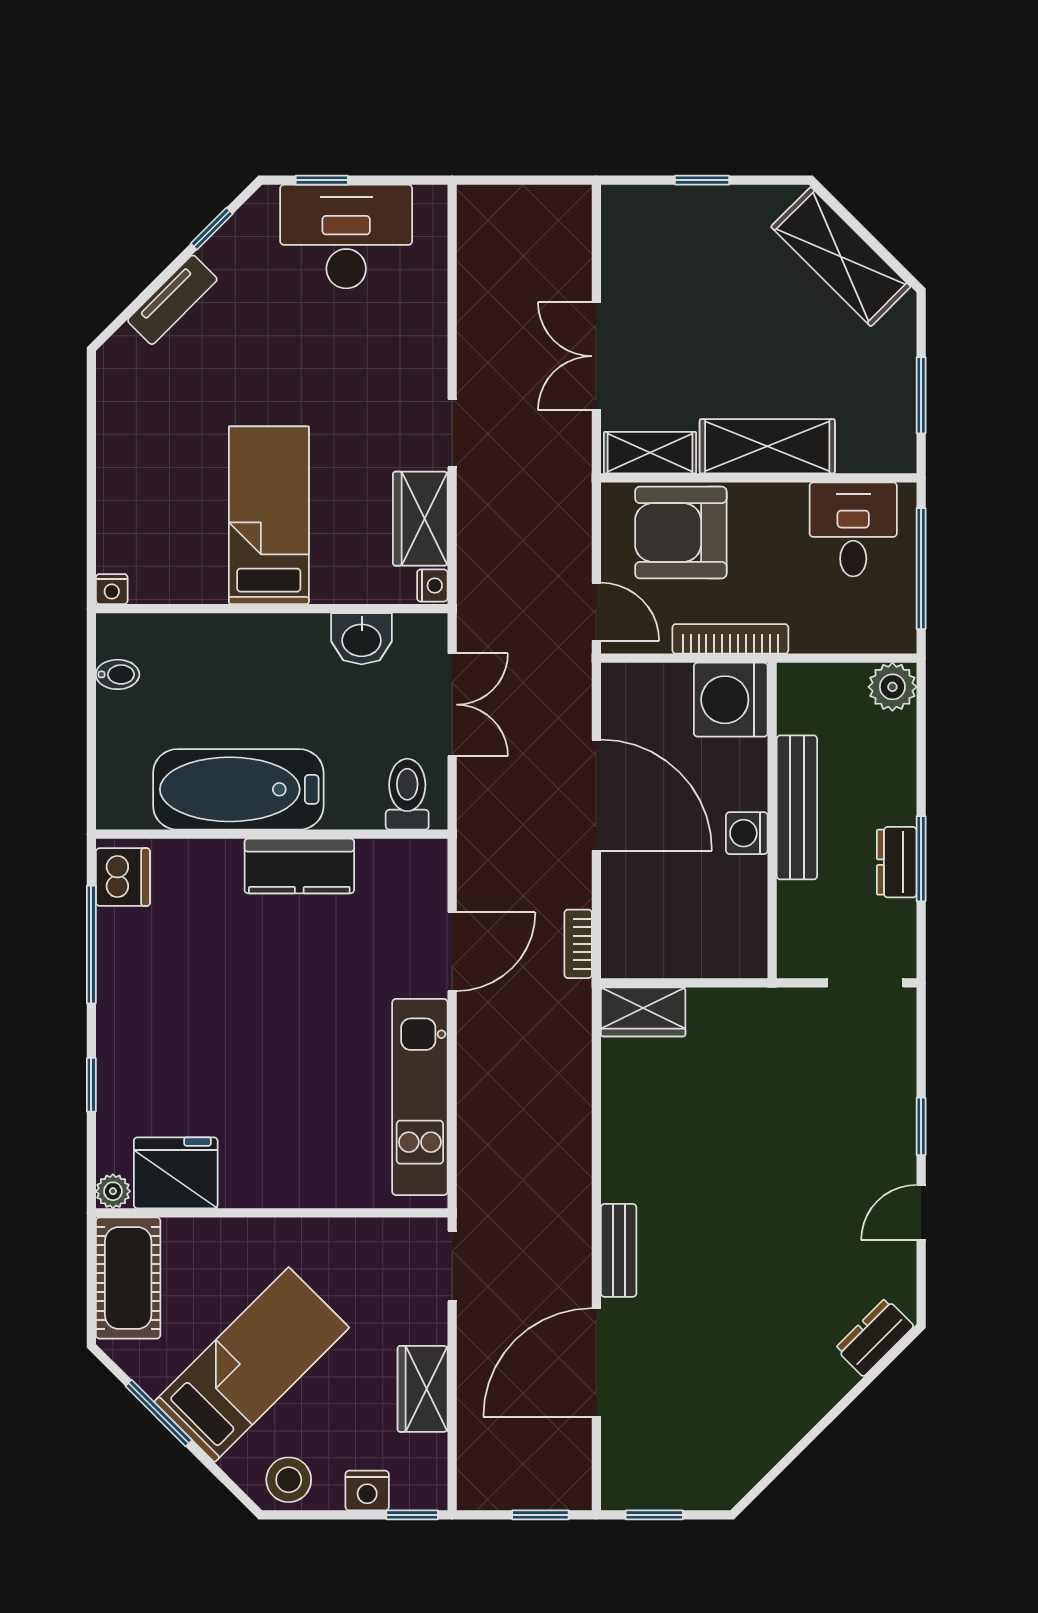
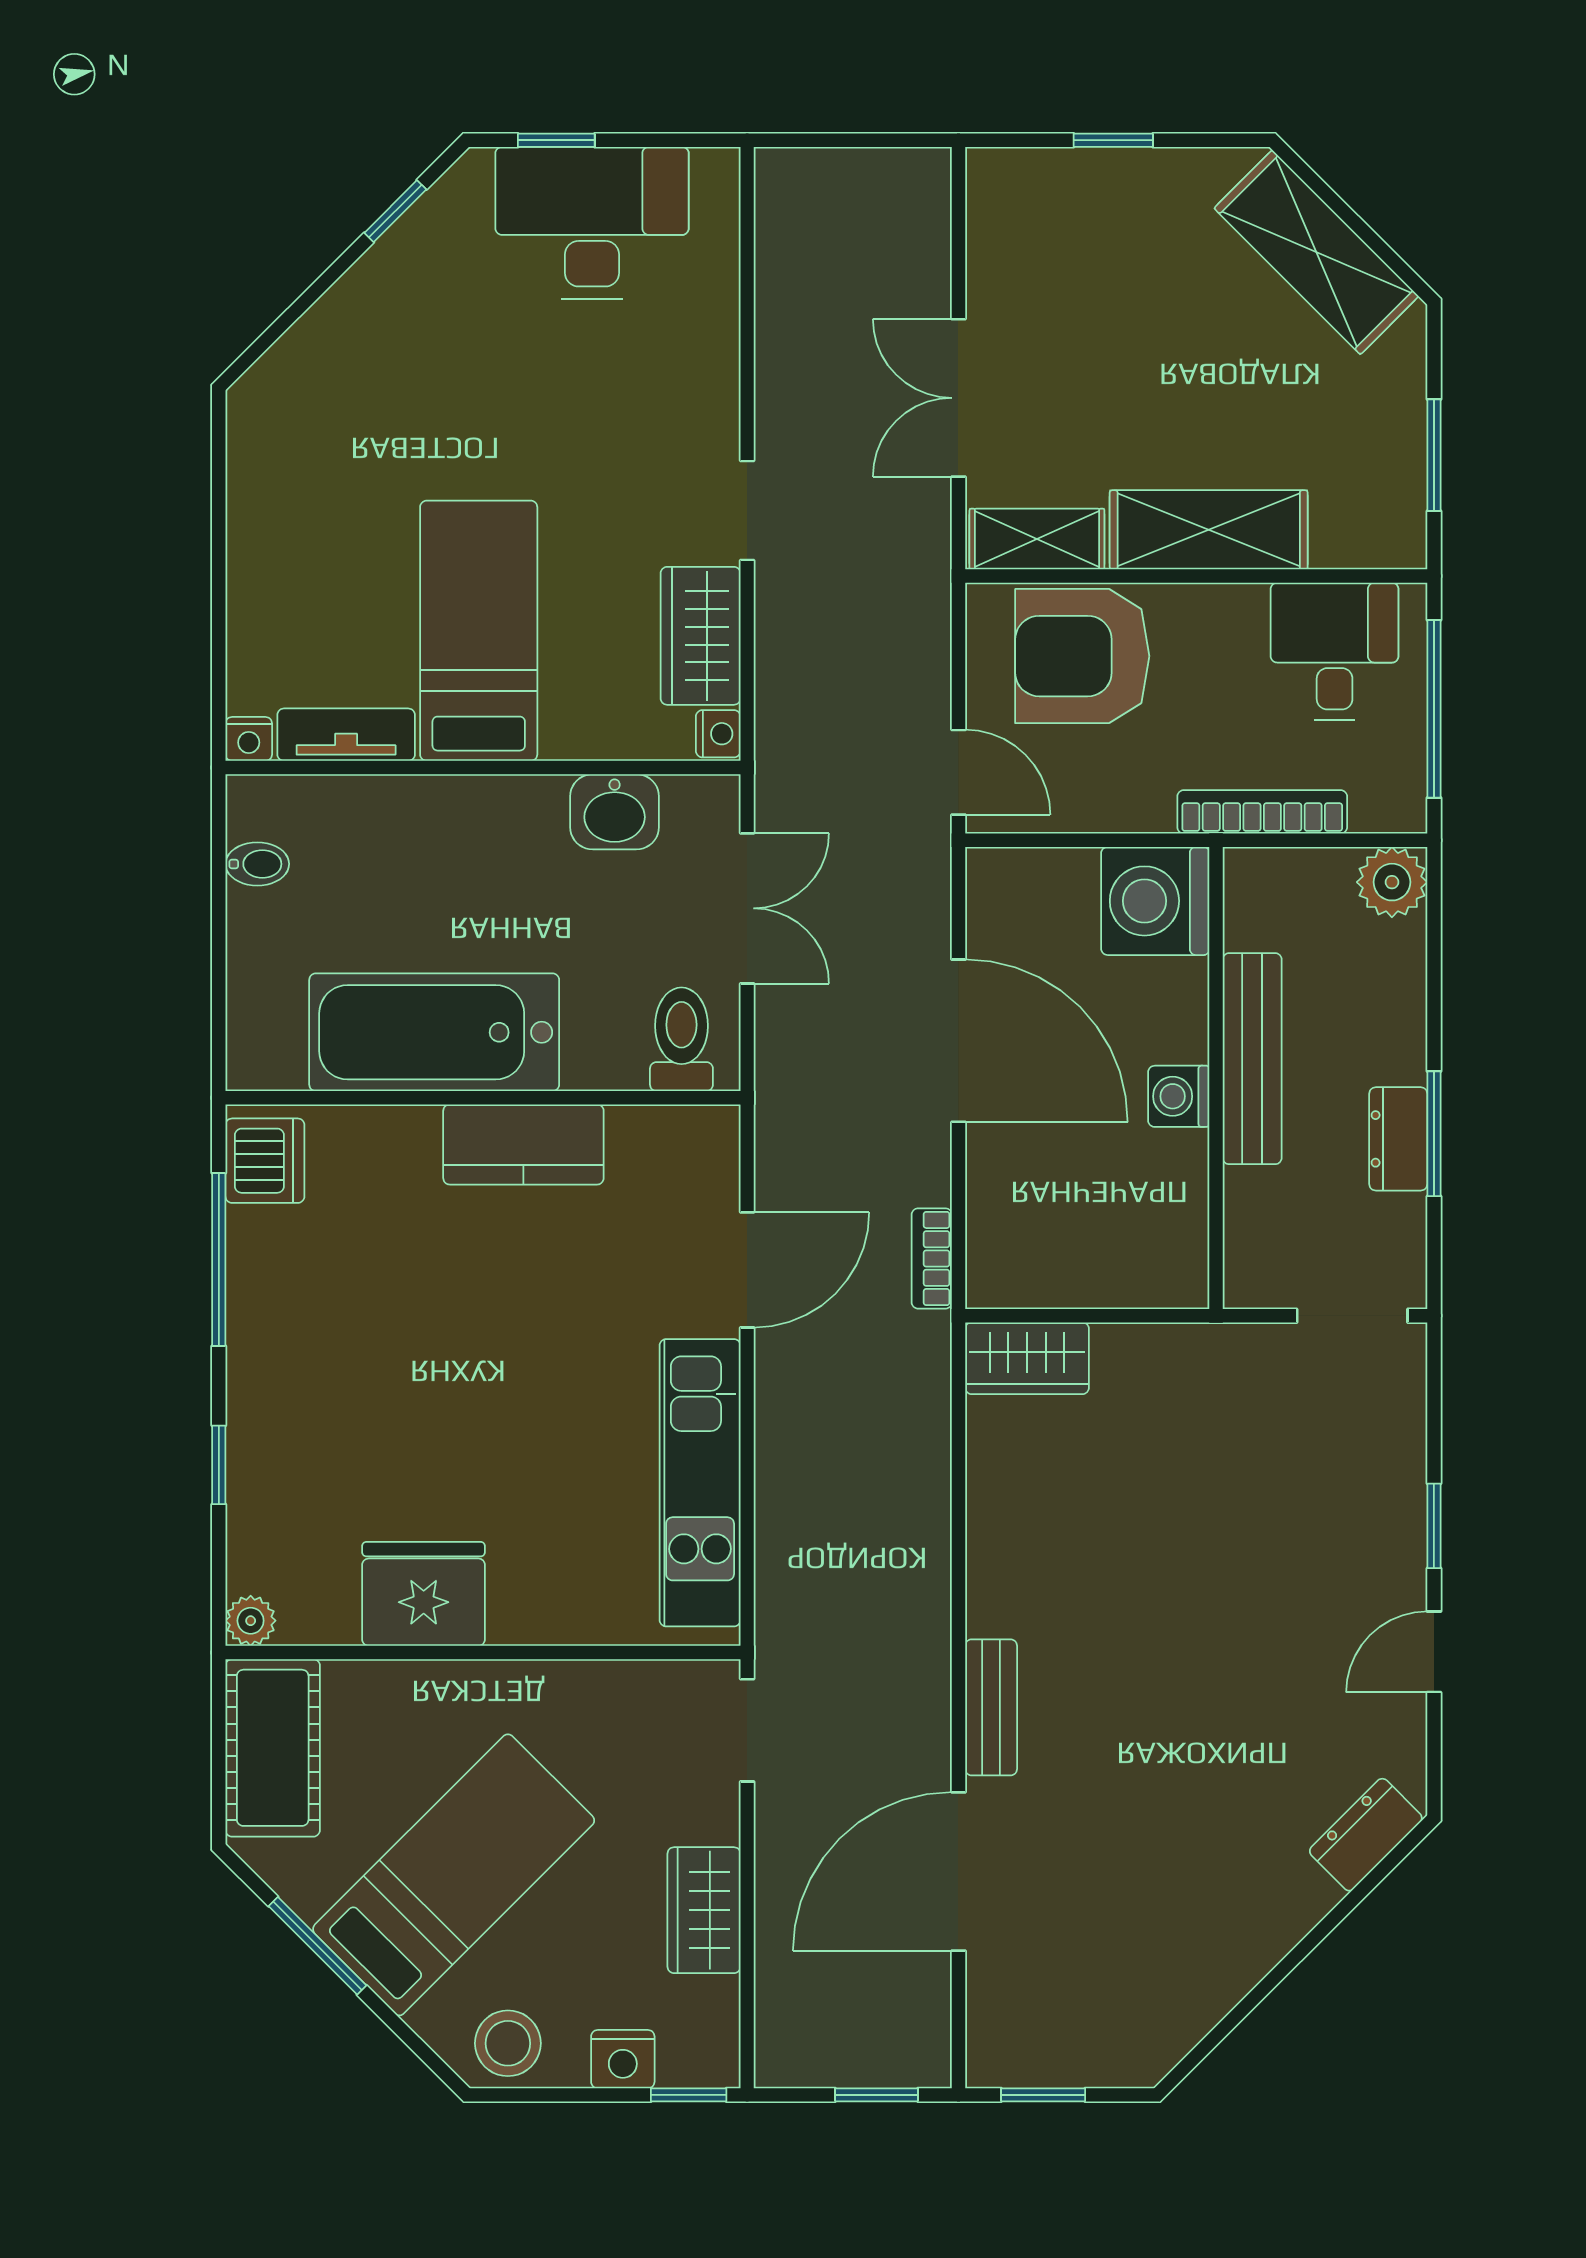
tv unit: (172, 300) -> (346, 735), moved, turned -135
bookcase: (730, 639) -> (1262, 812), moved
fridge: (176, 1173) -> (424, 1594), moved

